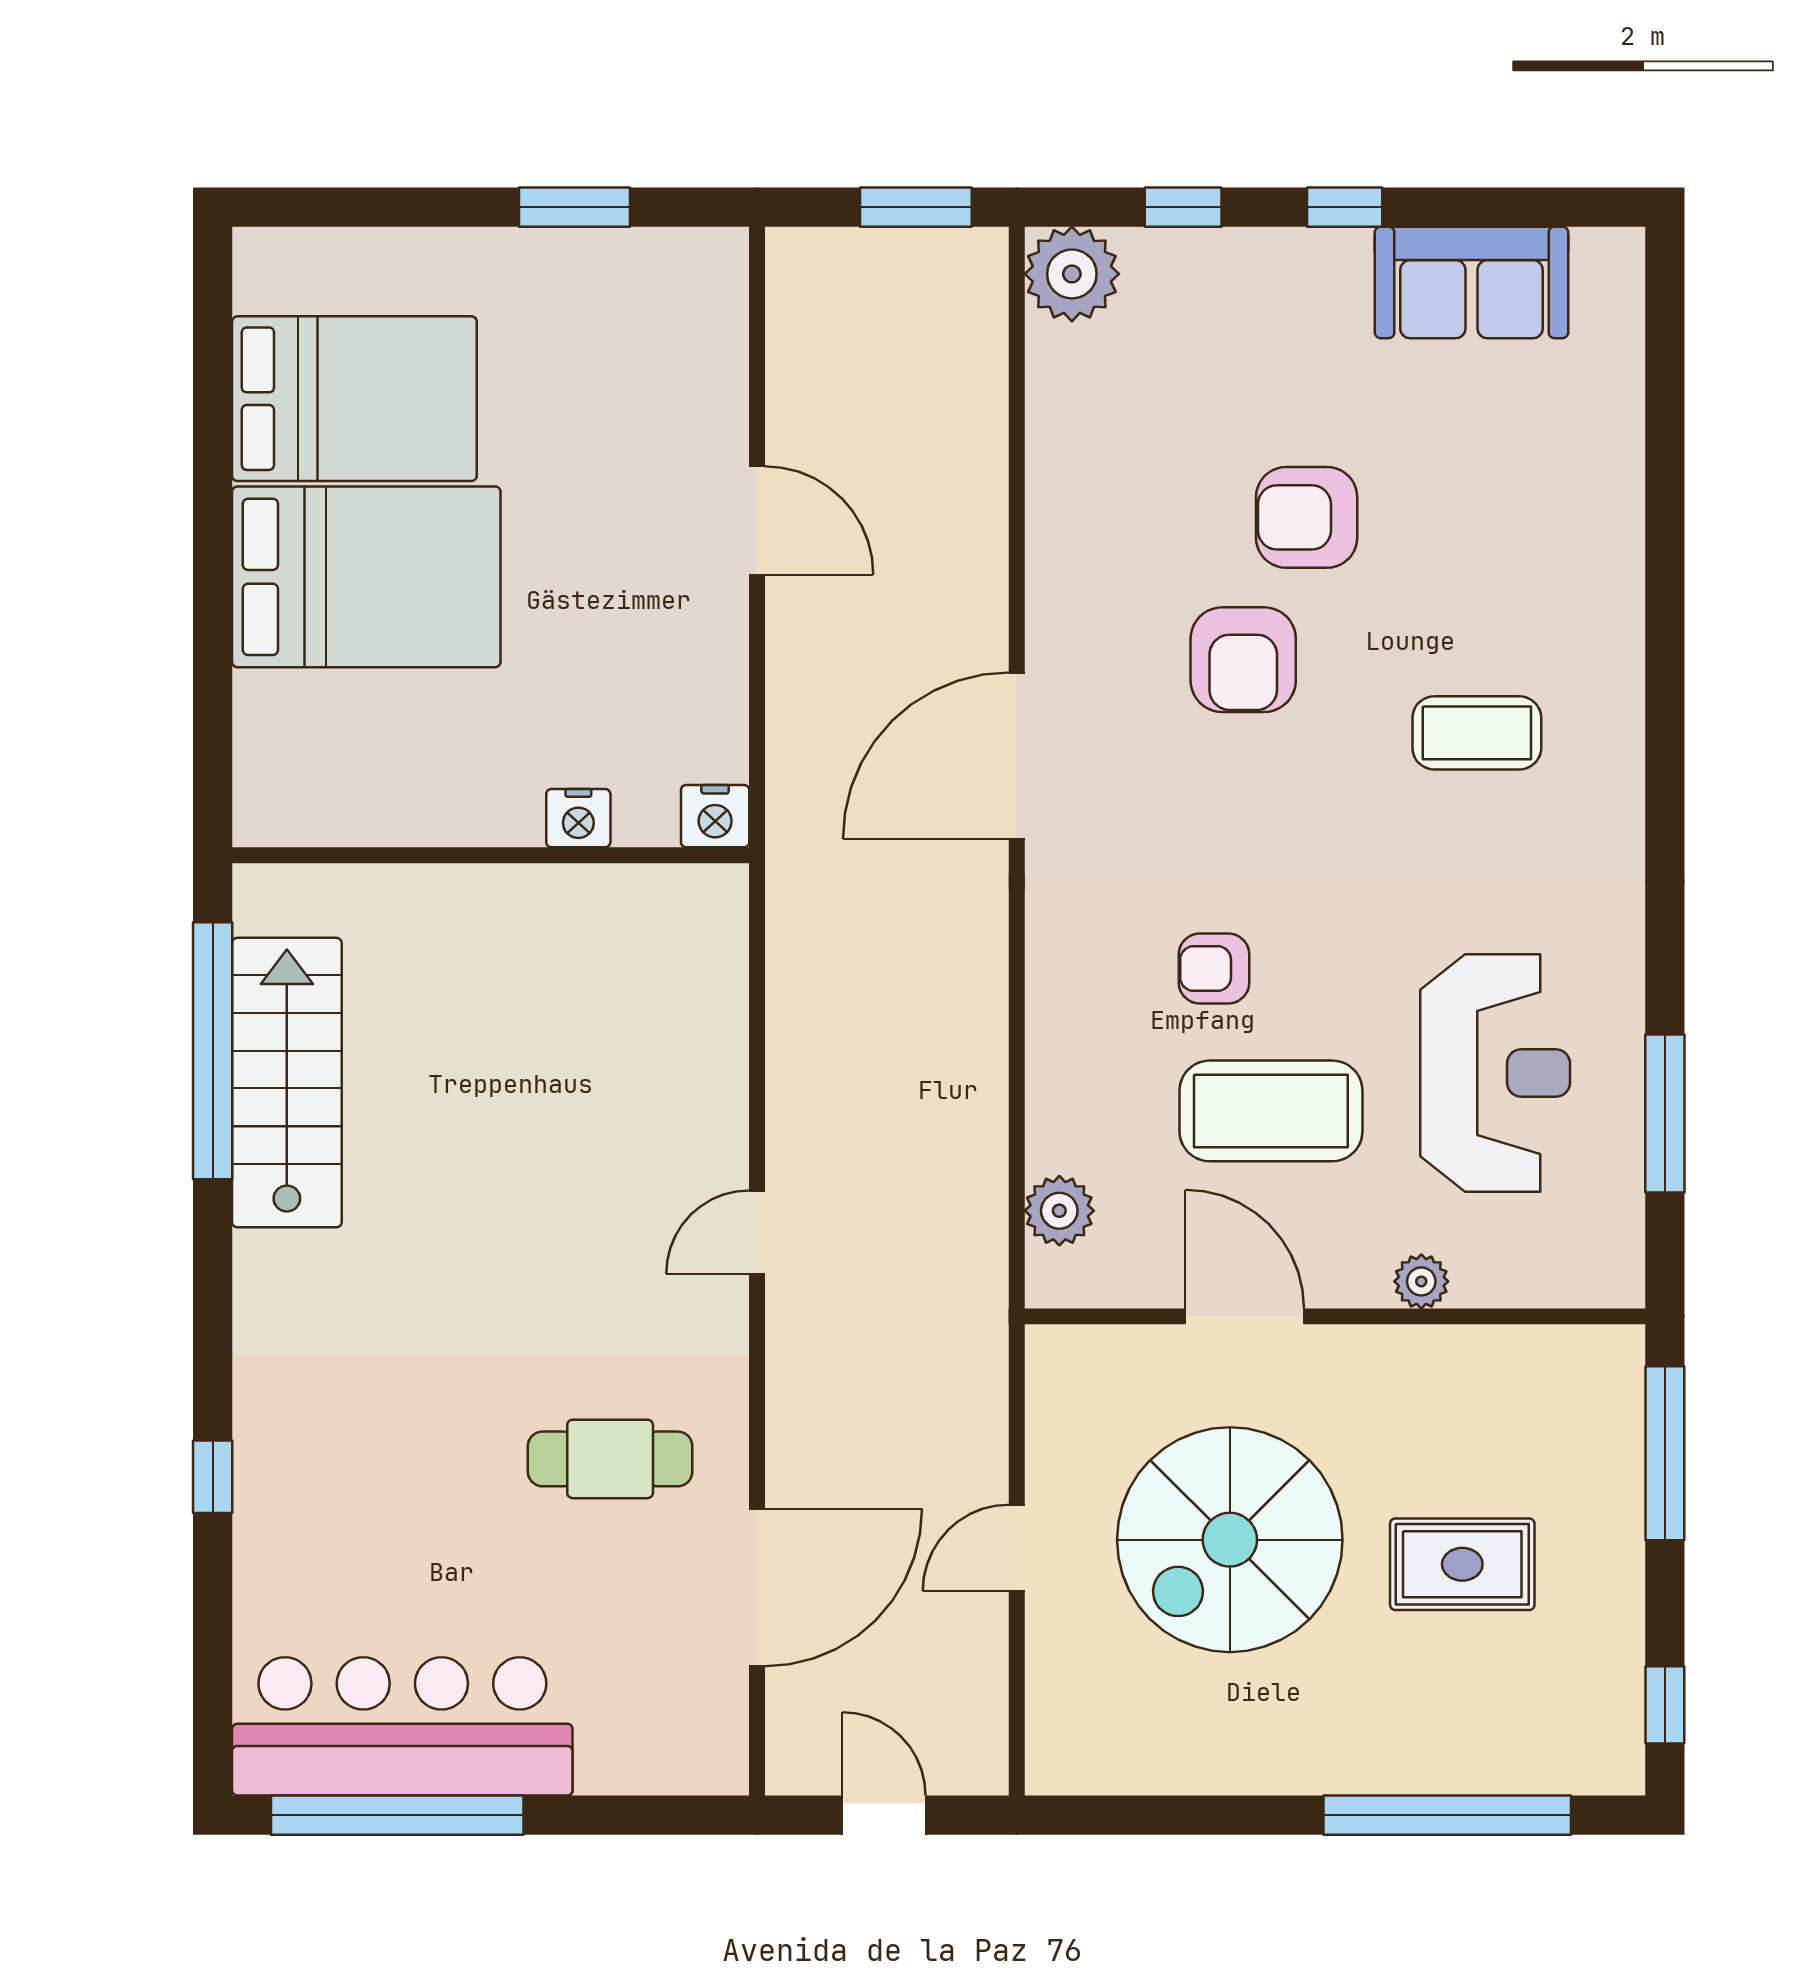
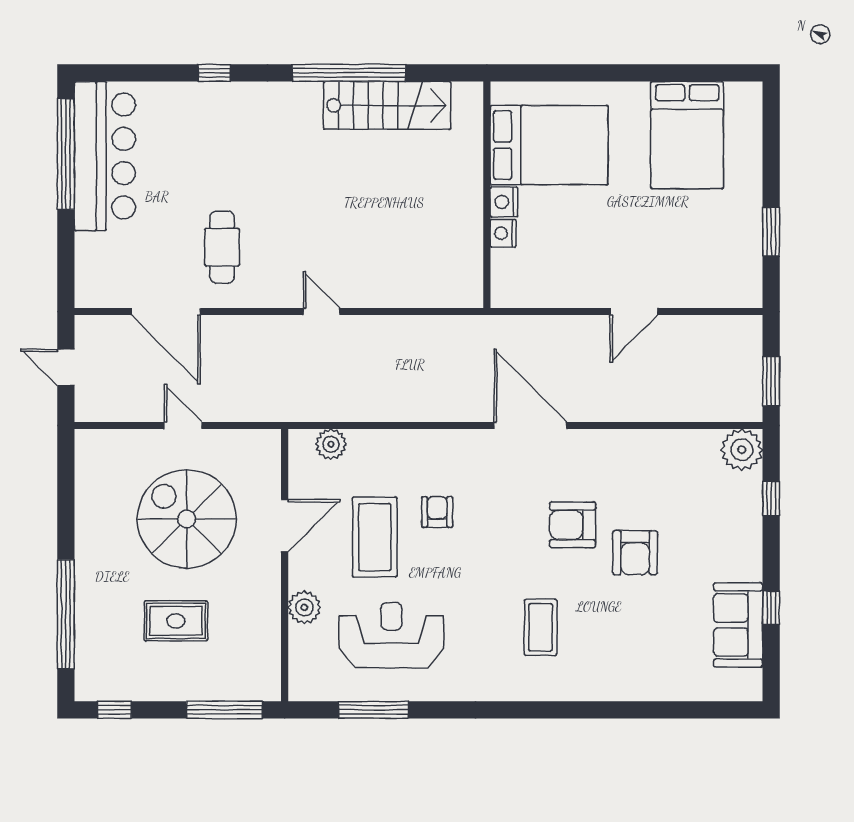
window: (1345, 207) -> (771, 608), moved
armchair: (1307, 517) -> (635, 553), turned 180
bed: (366, 577) -> (549, 145), moved, turned -90
nightstand: (715, 816) -> (504, 202), moved
window: (213, 1051) -> (349, 73), moved
reception desk: (1495, 1073) -> (391, 635), turned 180
plant: (1421, 1281) -> (304, 607), width x1.38, depth x1.38
rug: (1462, 1564) -> (176, 621), turned 90
door: (884, 1815) -> (66, 367), swing flipped

